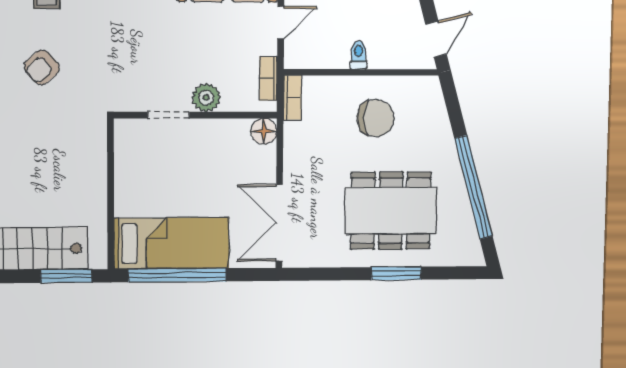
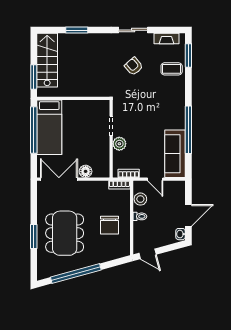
stool: (322, 54) -> (140, 199), added
floor lamp: (264, 131) -> (86, 171), moved

